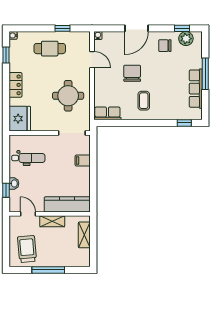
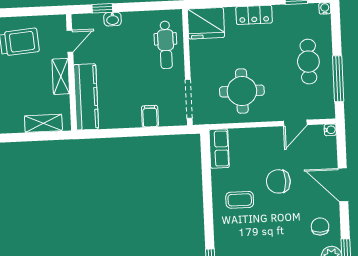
window: (63, 28) -> (338, 79), width x2.17
chair: (132, 73) -> (278, 181), turned 180
dental chair: (28, 158) -> (166, 45), moved

